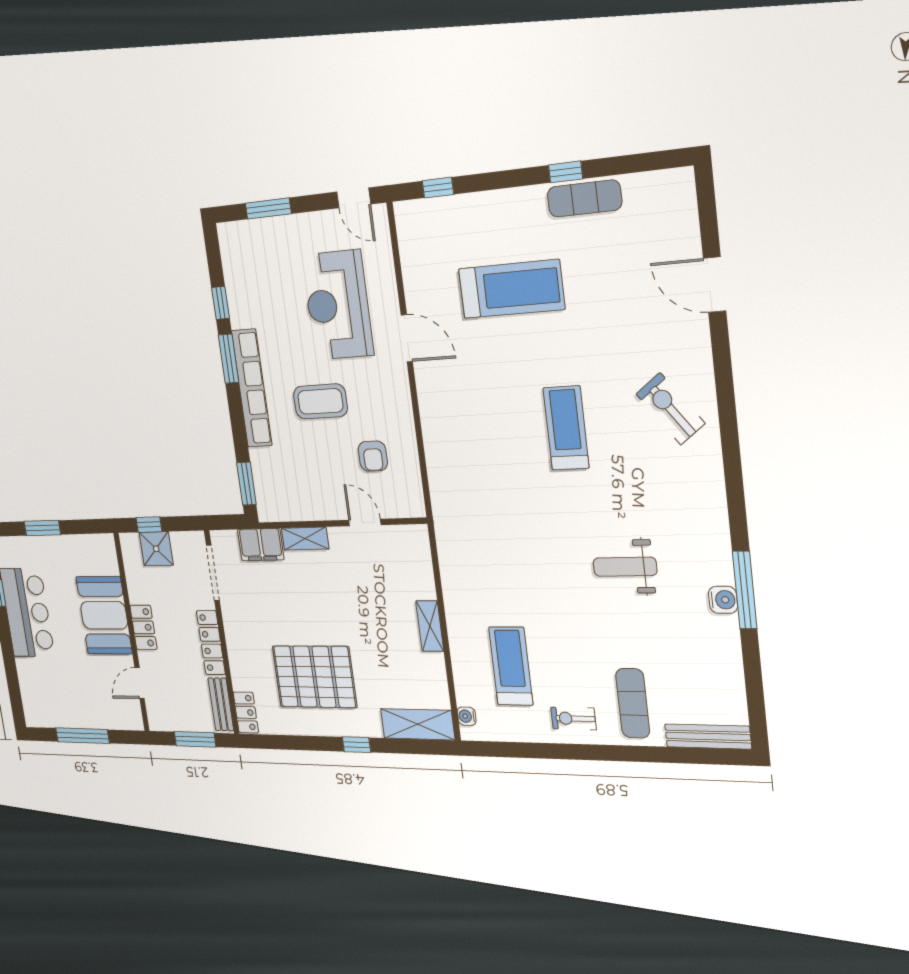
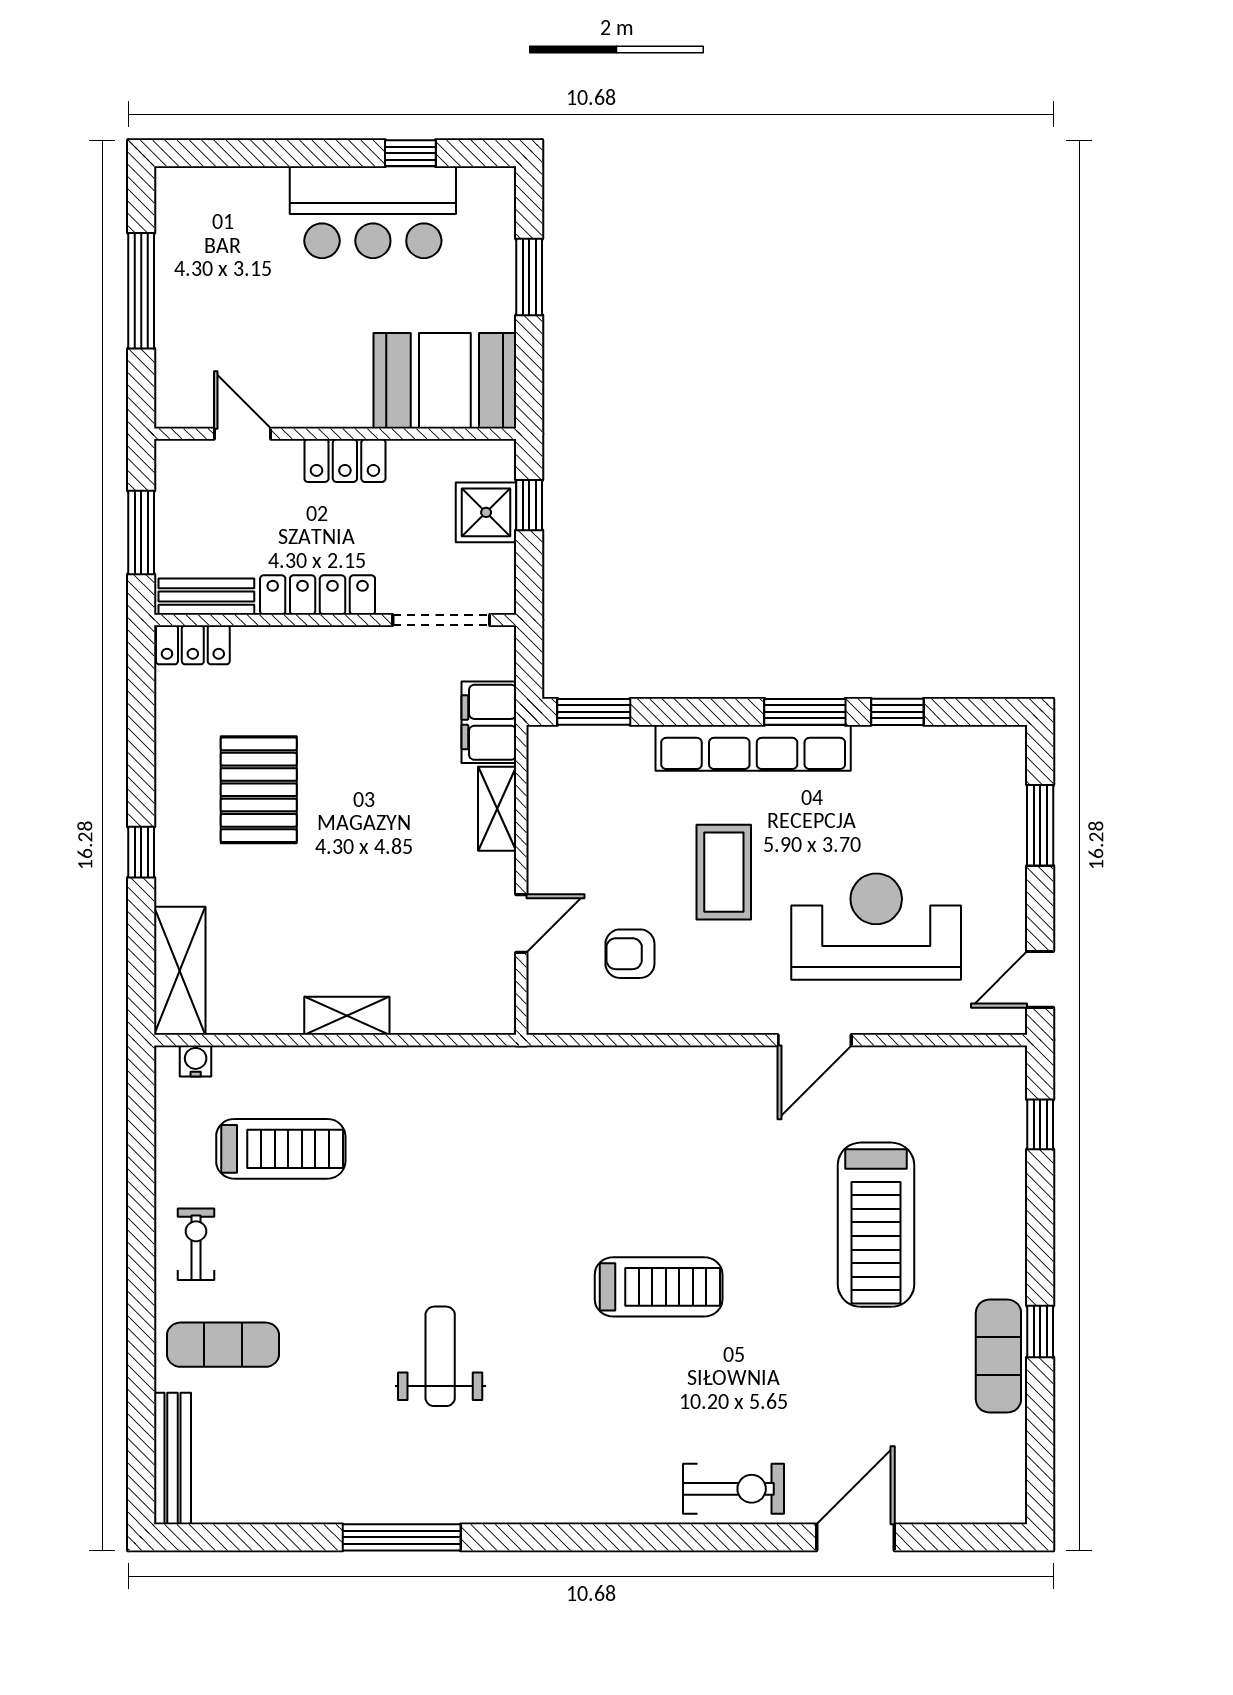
exercise bike: (670, 409) -> (733, 1489), moved, turned 37
water cooler: (723, 600) -> (387, 1503), removed
booth: (104, 615) -> (445, 381), moved
pallet: (314, 677) -> (259, 790), width x0.73, depth x0.71

